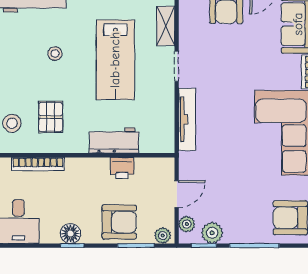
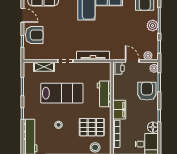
pallet: (51, 117) -> (92, 127), width x1.50, depth x1.42
printer: (122, 168) -> (119, 68), moved
filing cabinet: (84, 169) -> (119, 110), added
plant: (212, 233) -> (153, 26), moved
floor lamp: (70, 234) -> (153, 127), moved

